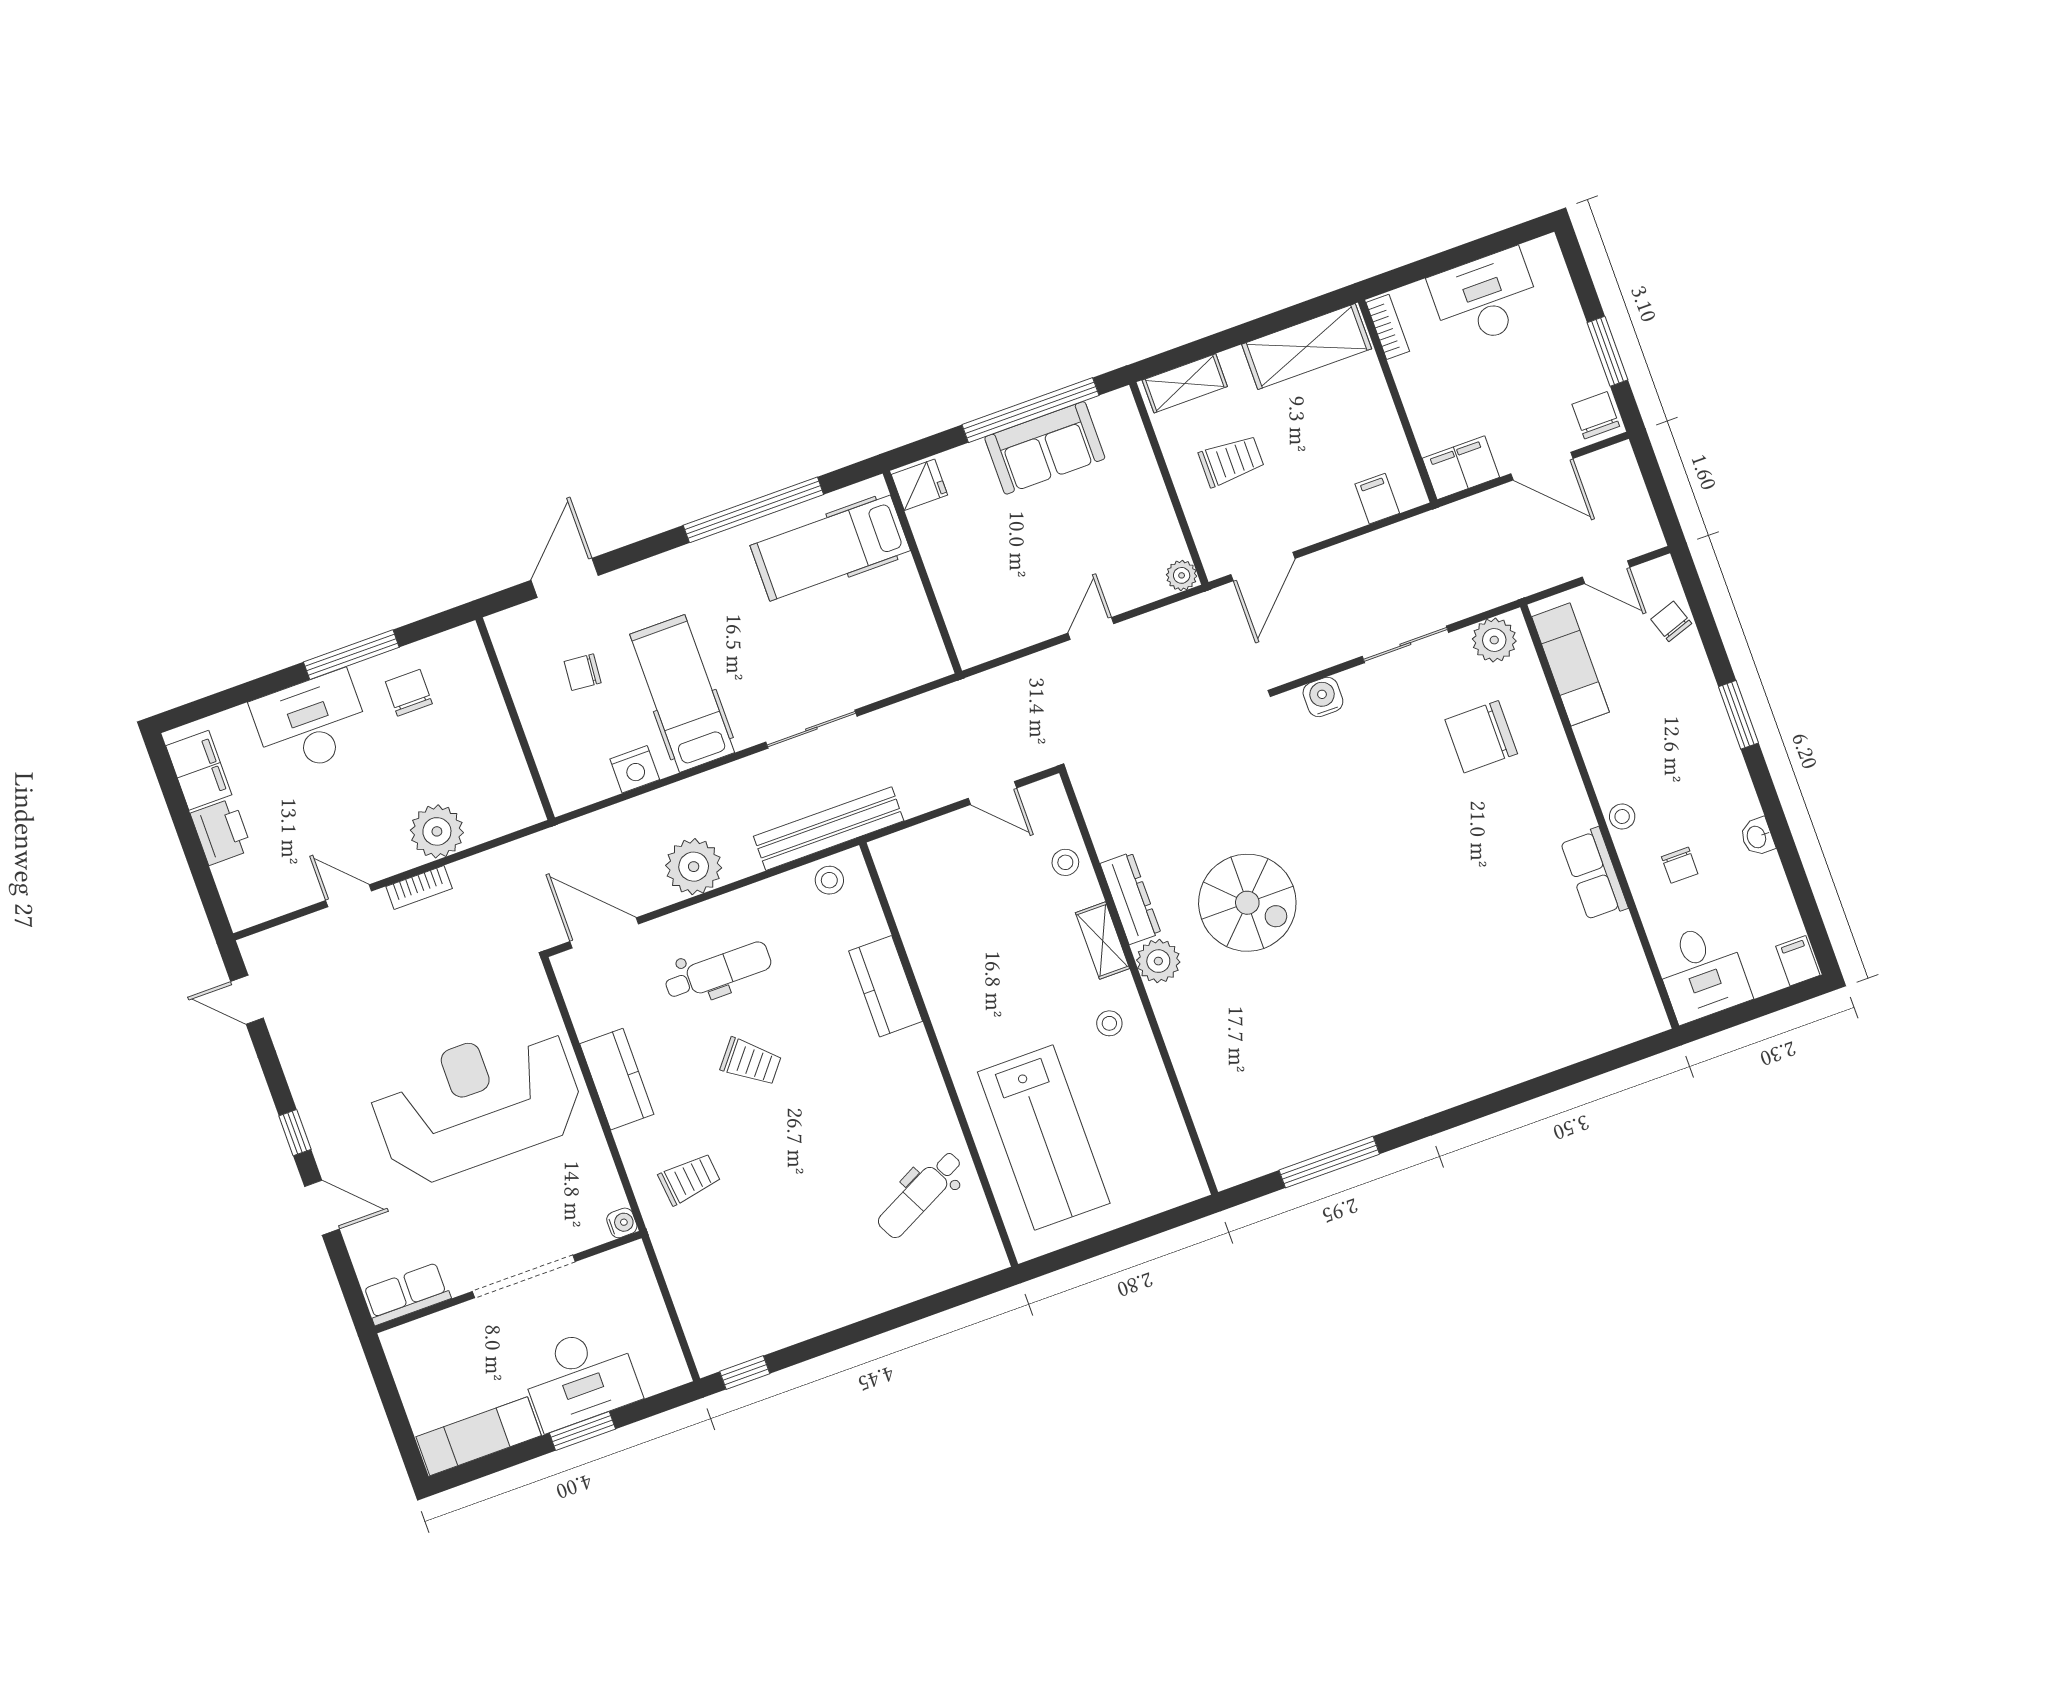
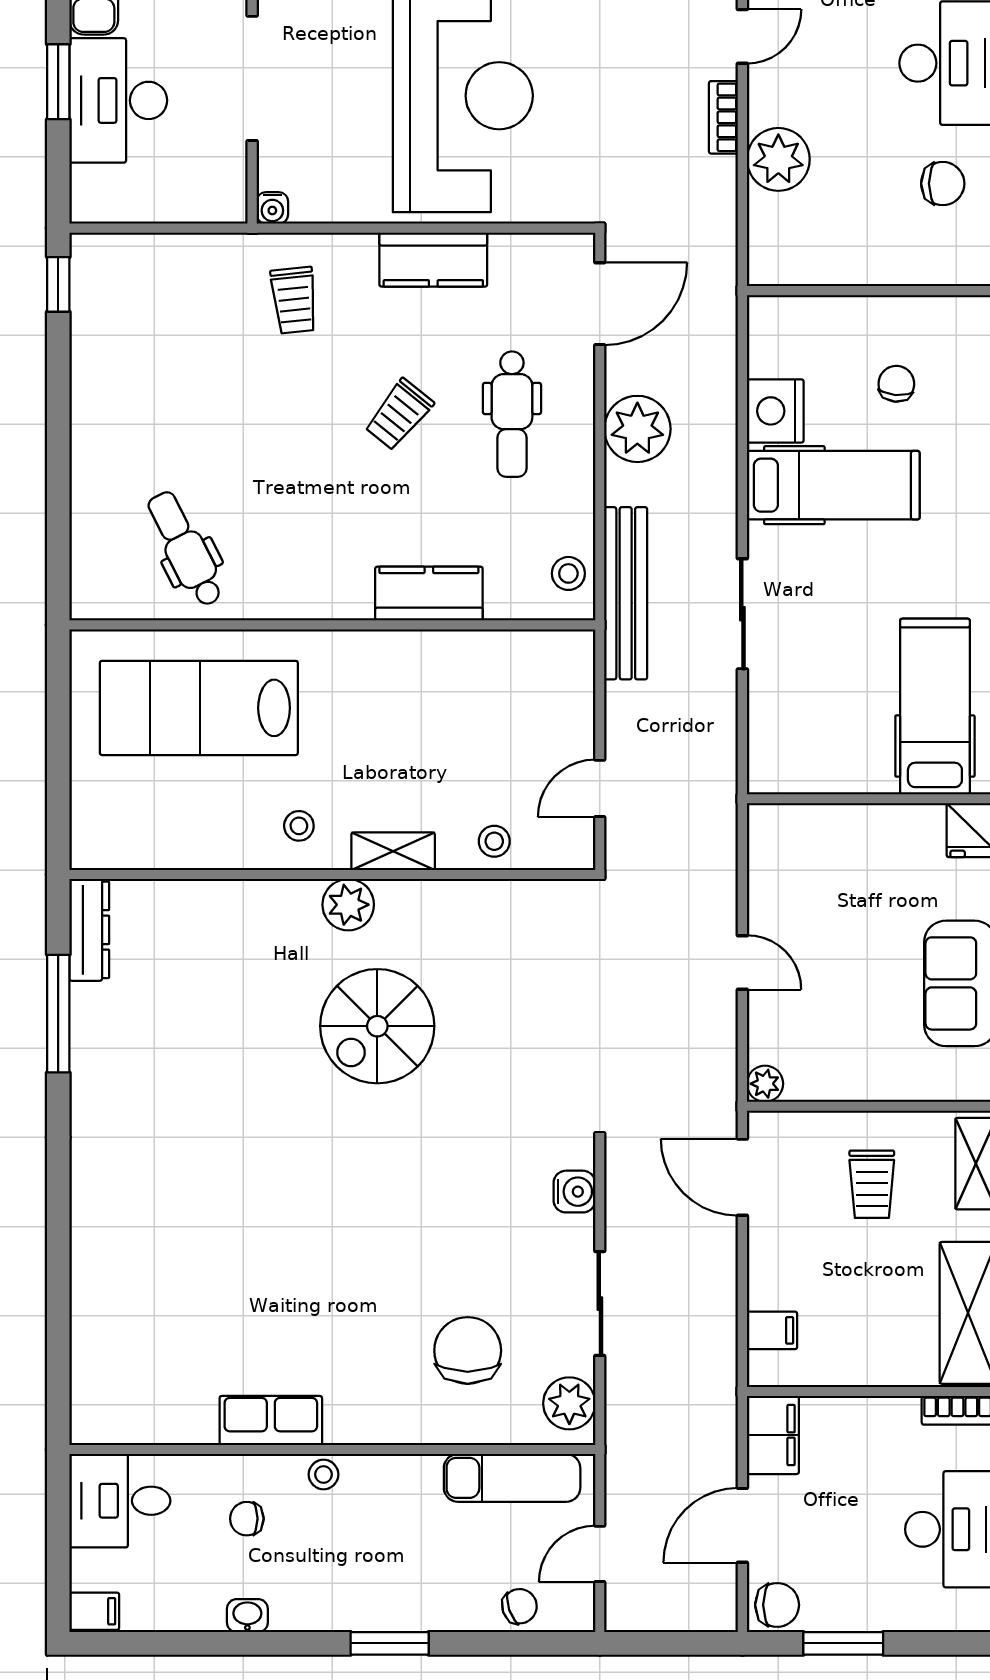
nightstand: (635, 769) -> (775, 411), width x1.36, depth x1.33
dresser: (1131, 898) -> (89, 930), moved, turned -90

